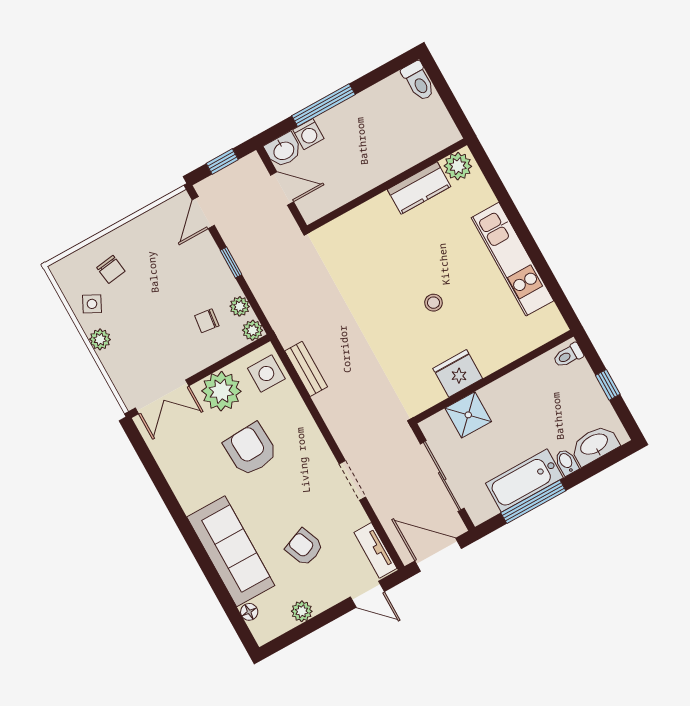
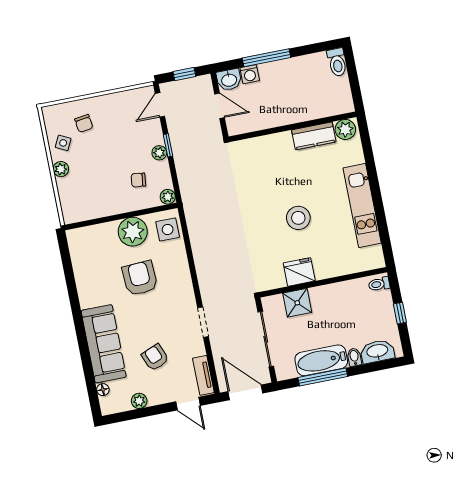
stool: (433, 303) -> (298, 218), width x1.89, depth x1.89
plant: (240, 306) -> (159, 153), moved
bench: (306, 369) -> (196, 235), removed
double door: (162, 397) -> (91, 222), removed

